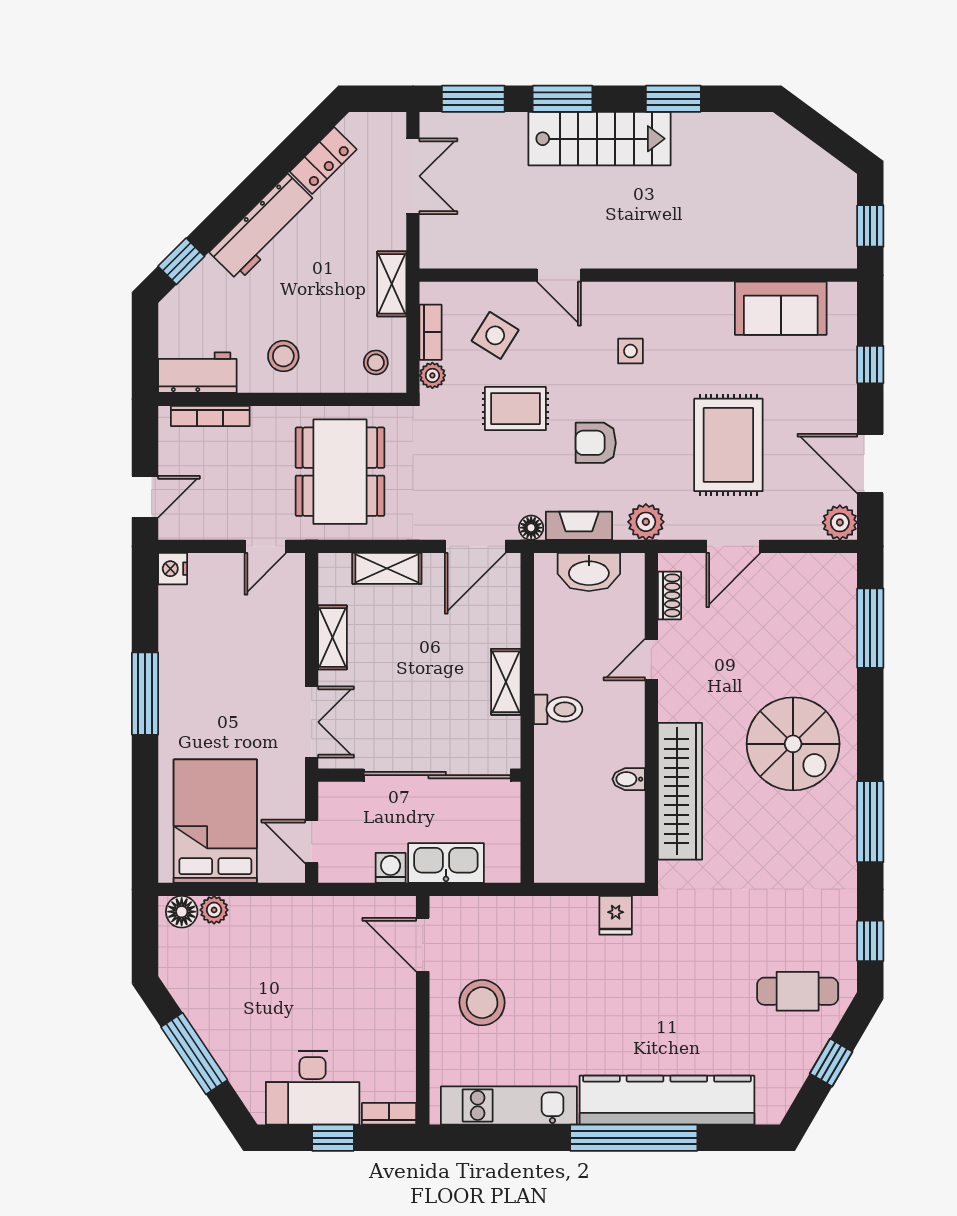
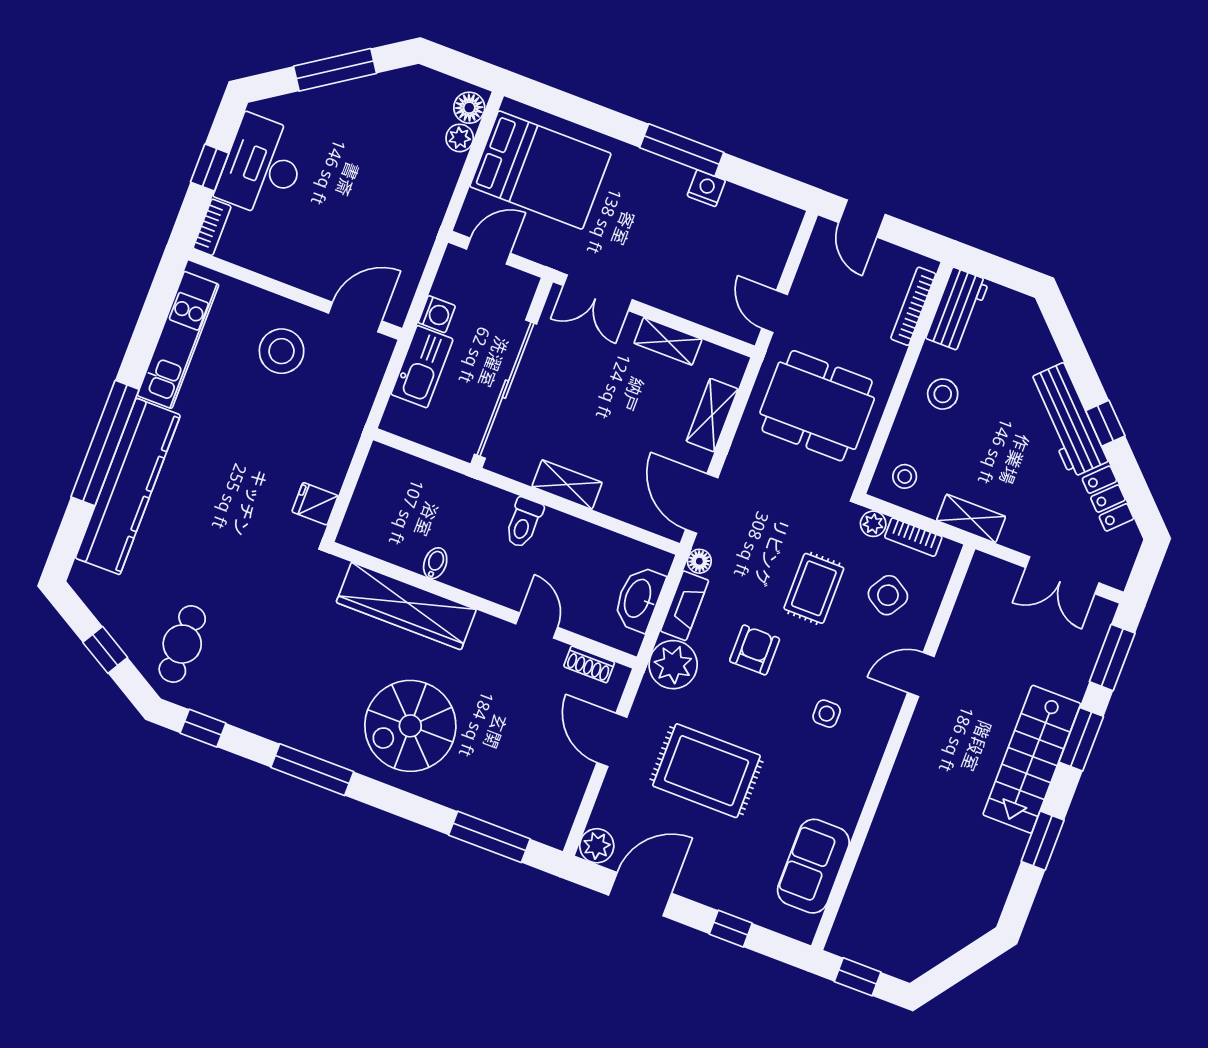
window: (181, 261) -> (1105, 423), moved
plant: (646, 522) -> (673, 665), width x1.36, depth x1.36
nightstand: (173, 569) -> (706, 188), moved

